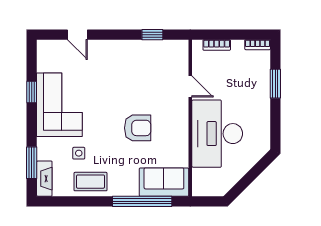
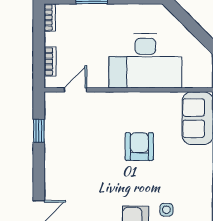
door: (190, 86) -> (75, 90), moved
coffee table: (91, 182) -> (197, 197), removed

